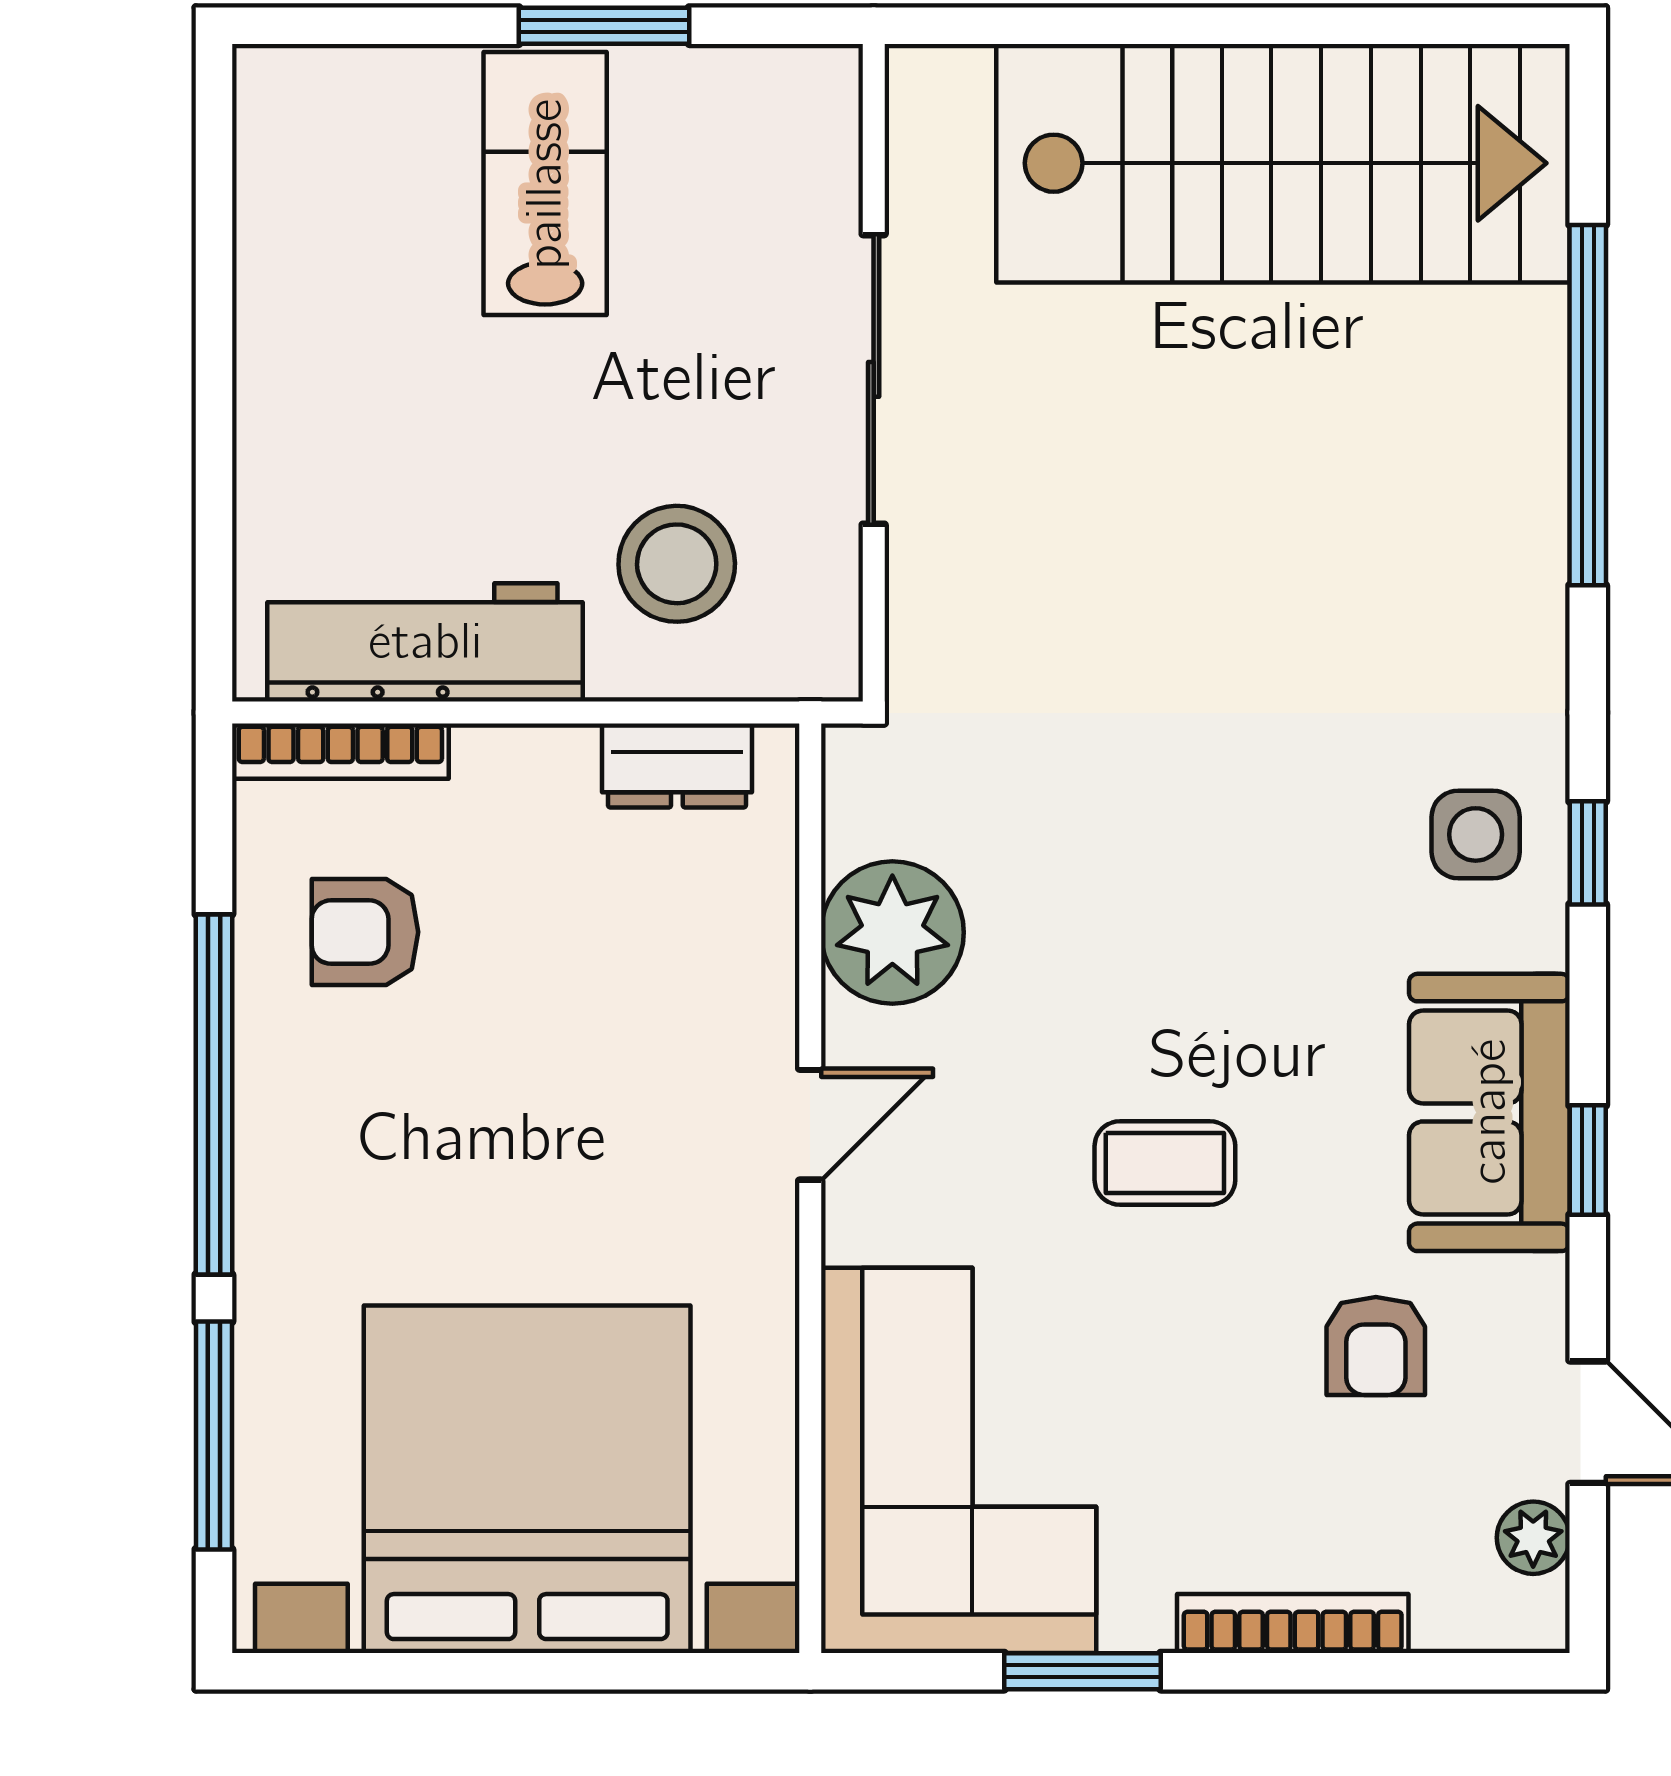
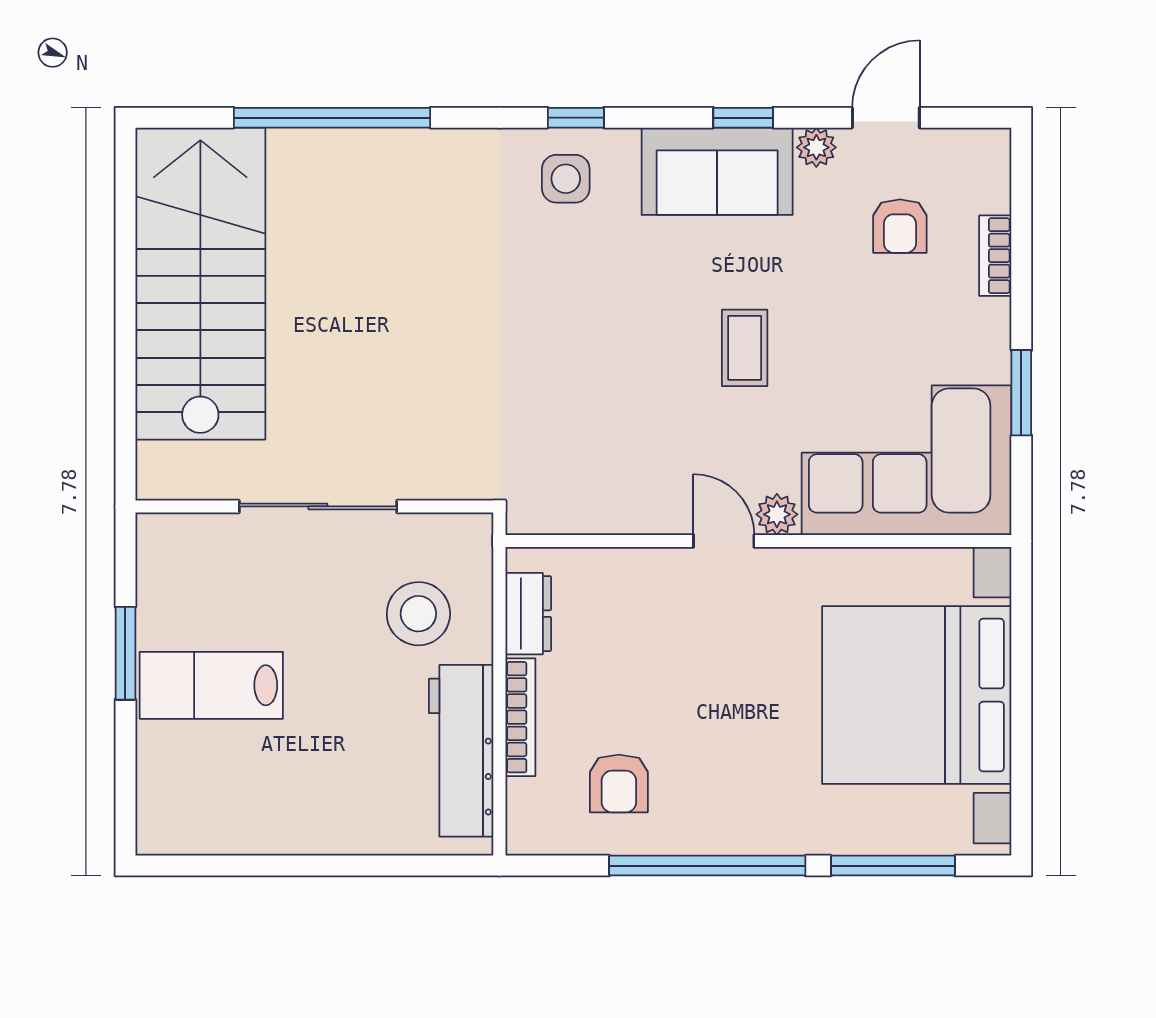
bookcase: (340, 751) -> (520, 717), moved
plant: (892, 932) -> (777, 514), moved, width x0.53, depth x0.53
armchair: (1376, 1346) -> (900, 226), moved, turned 90
plant: (1533, 1538) -> (816, 147), moved
bookcase: (1293, 1623) -> (995, 256), width x0.64

